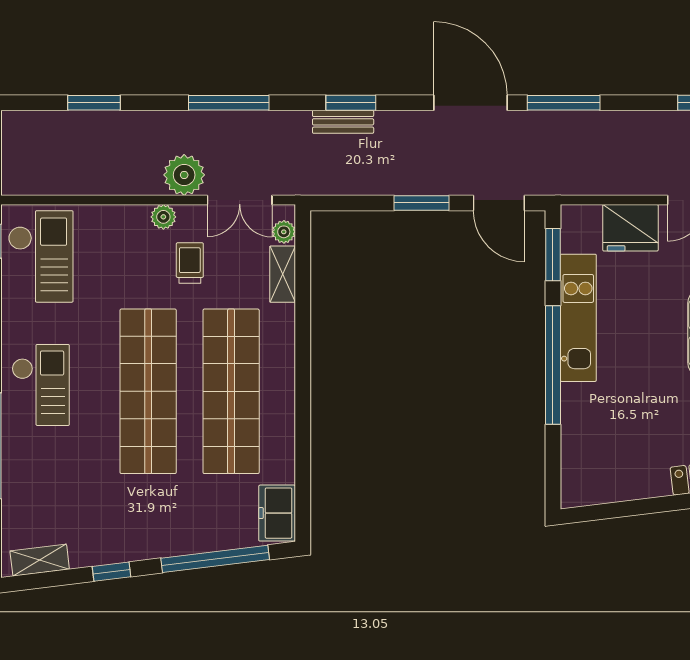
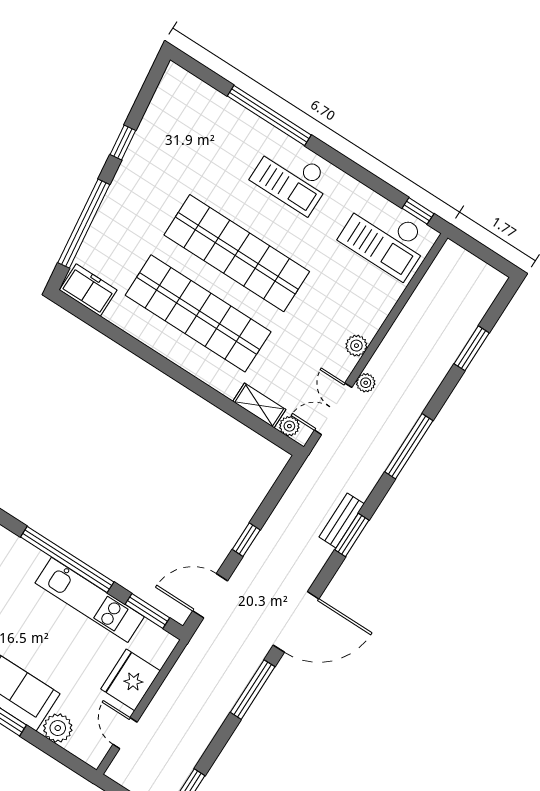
plant: (184, 175) -> (366, 383), width x0.53, depth x0.53
window: (422, 203) -> (246, 540), width x0.67
trolley: (190, 263) -> (311, 343), removed
shelving: (40, 560) -> (165, 96), removed

